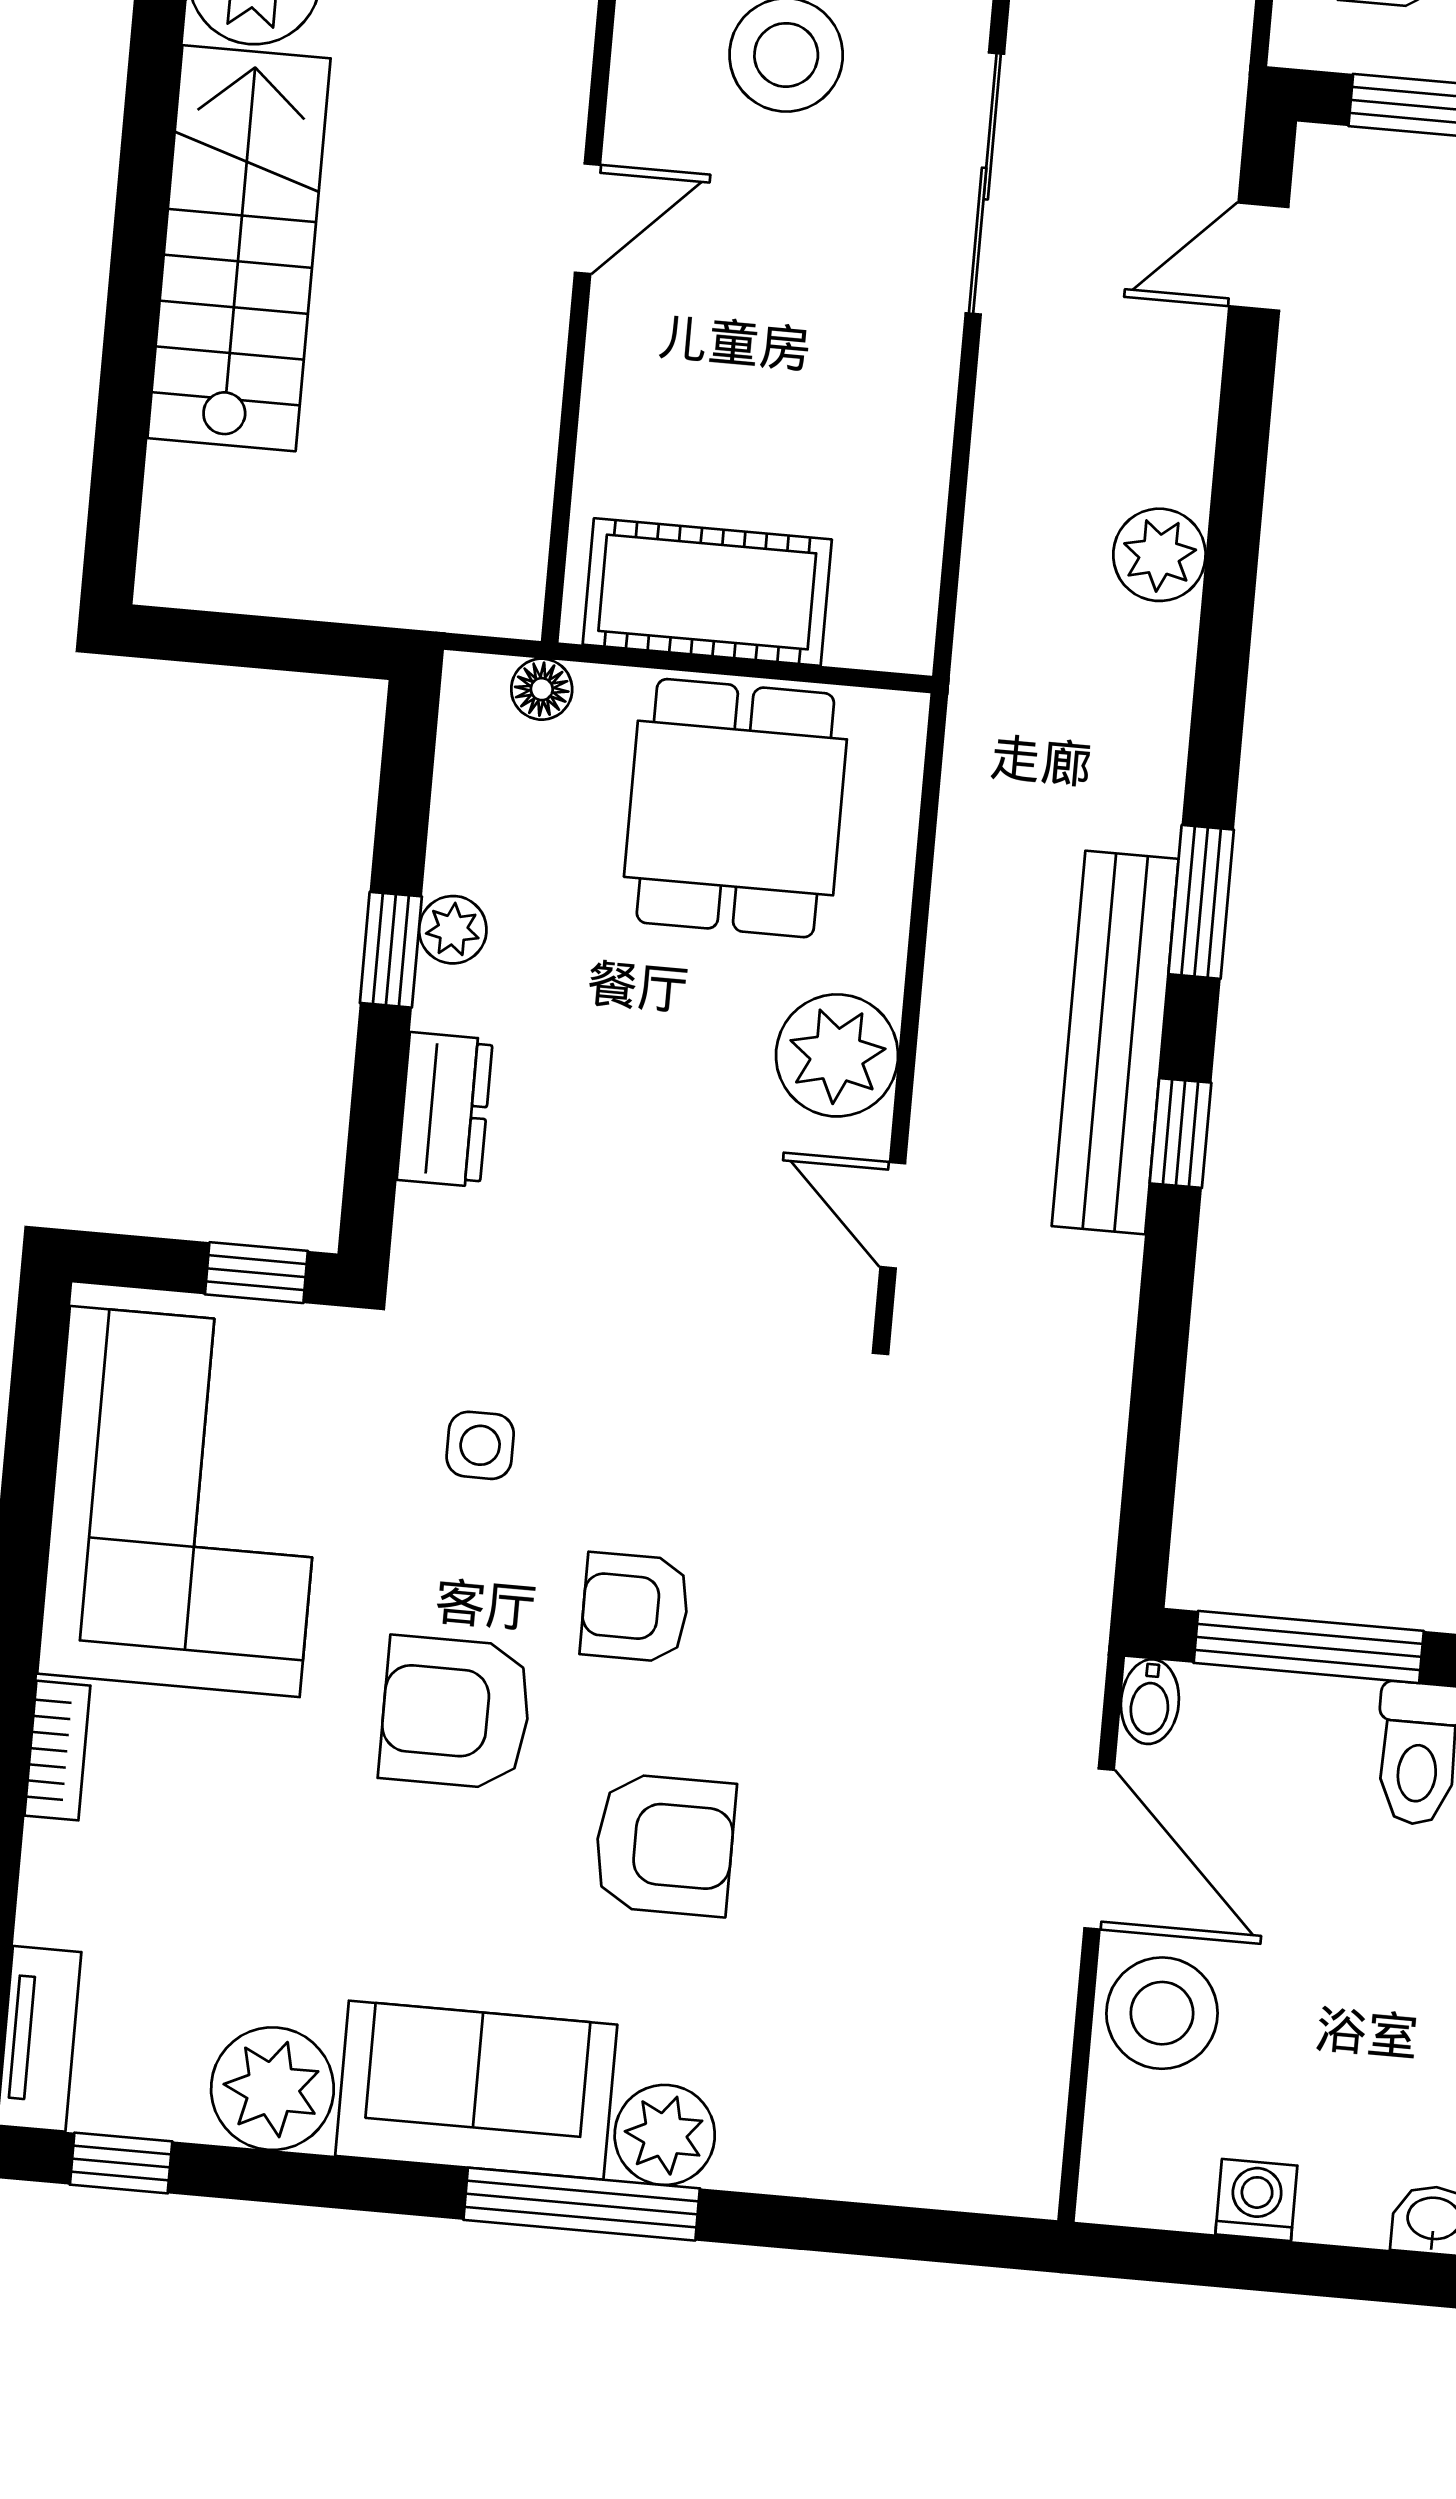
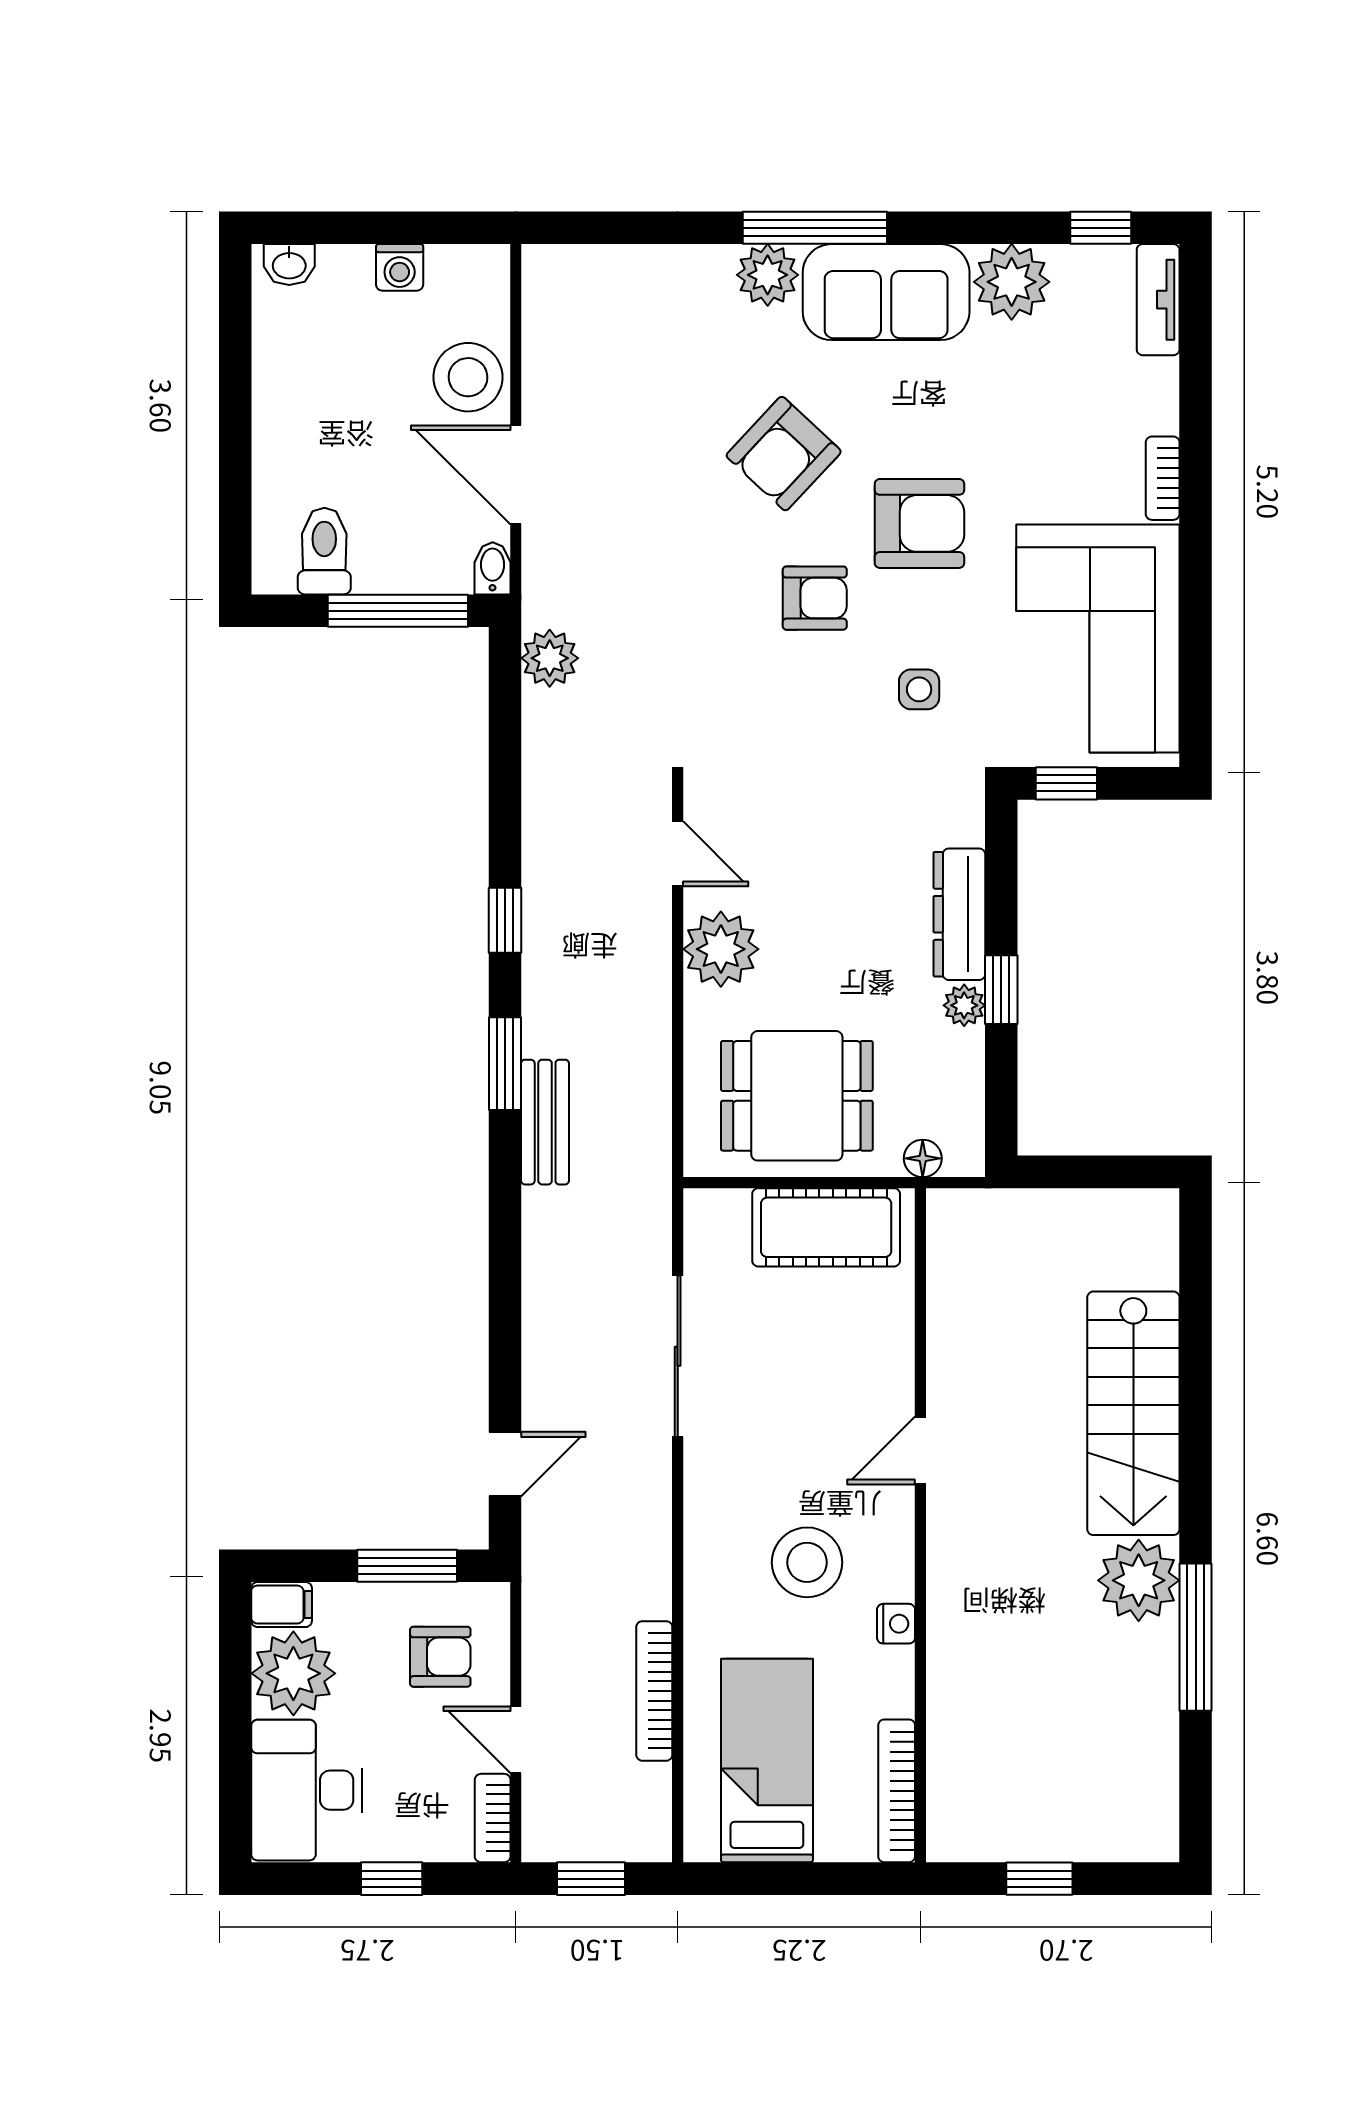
sliding door: (985, 184) -> (678, 1356), moved
plant: (1159, 555) -> (550, 658), moved
dining table: (735, 808) -> (797, 1096), turned 90
bench: (1115, 1043) -> (545, 1122), moved, width x0.54, depth x0.82
dresser: (445, 1110) -> (959, 914), width x1.44
armchair: (664, 1845) -> (784, 454), turned -47

